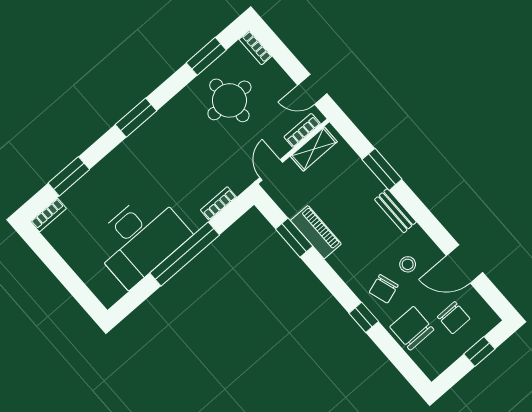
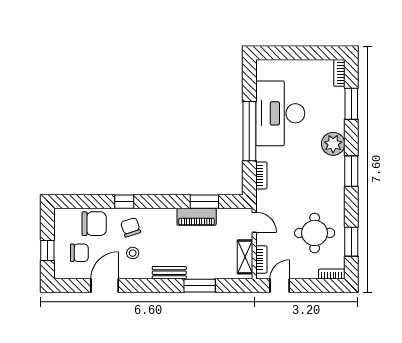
plant: (124, 159) -> (333, 144), added
chair: (454, 318) -> (79, 253), turned 180

